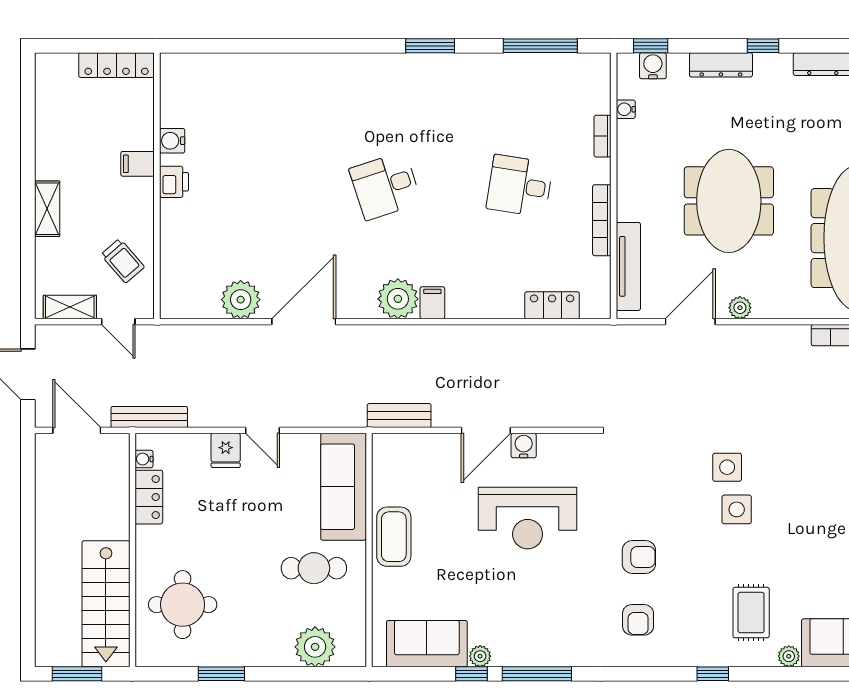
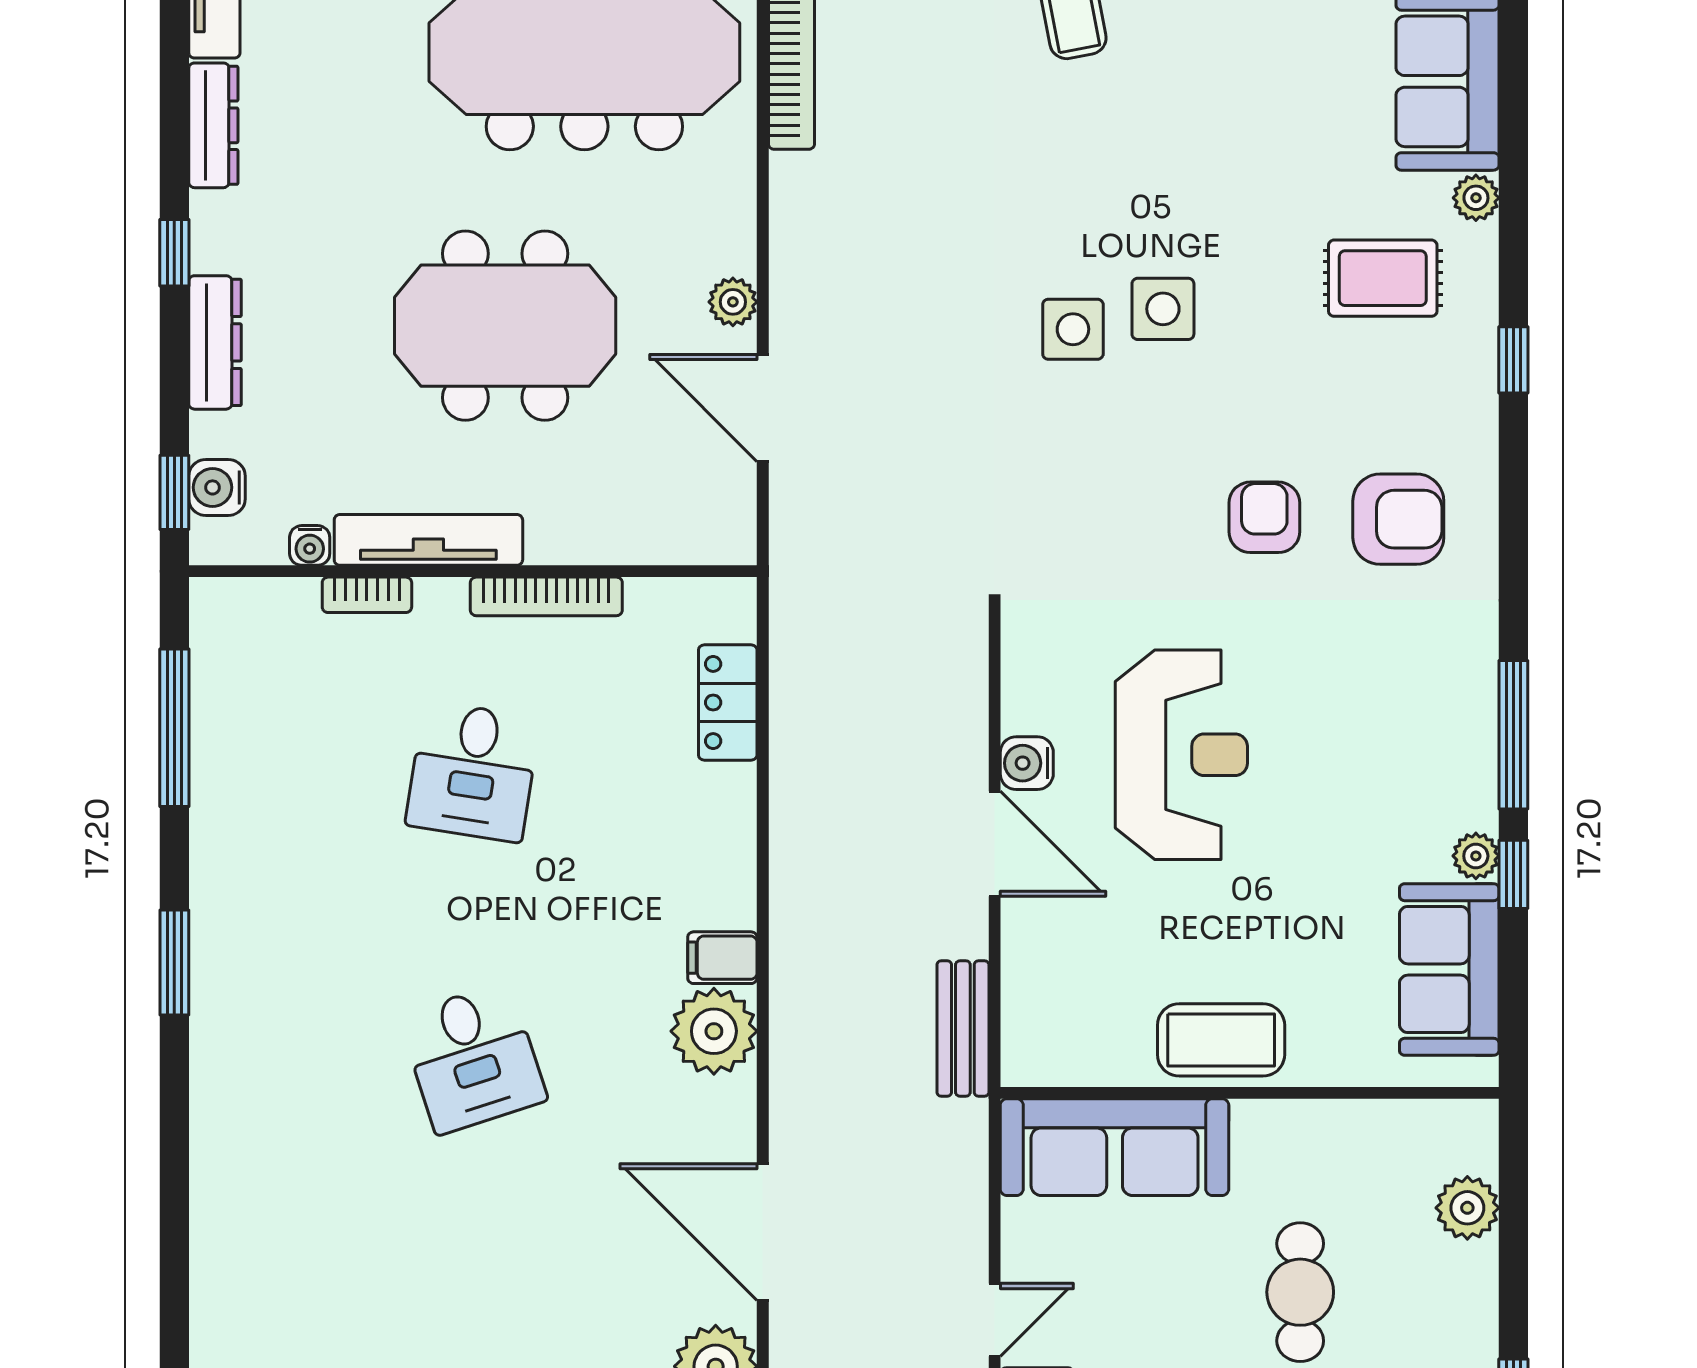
tv unit: (628, 266) -> (428, 540), moved
cafe table: (314, 568) -> (1300, 1292), moved
armchair: (638, 620) -> (1398, 519), width x1.38, depth x1.38
plant: (315, 647) -> (1467, 1208), width x0.73, depth x0.73

